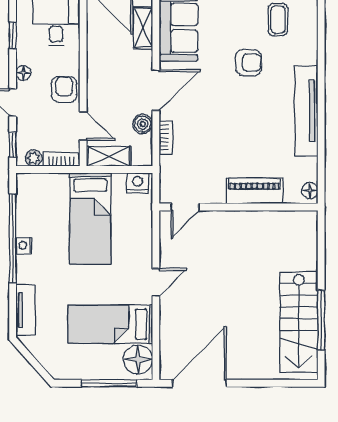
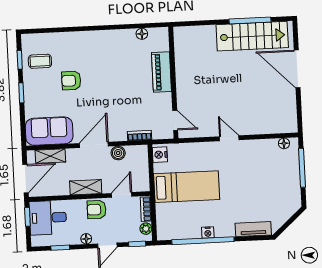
armchair: (248, 63) -> (71, 81), turned -90
door: (156, 90) -> (94, 145), hinge flipped
tv unit: (306, 111) -> (103, 38), removed
bookcase: (166, 138) -> (139, 136), moved
shelving: (109, 156) -> (86, 187), moved, turned 90
floor lamp: (310, 191) -> (142, 34), moved
bed: (110, 324) -> (260, 169), removed
floor lamp: (138, 359) -> (284, 143), width x0.53, depth x0.53
door: (199, 383) -> (297, 69), moved

